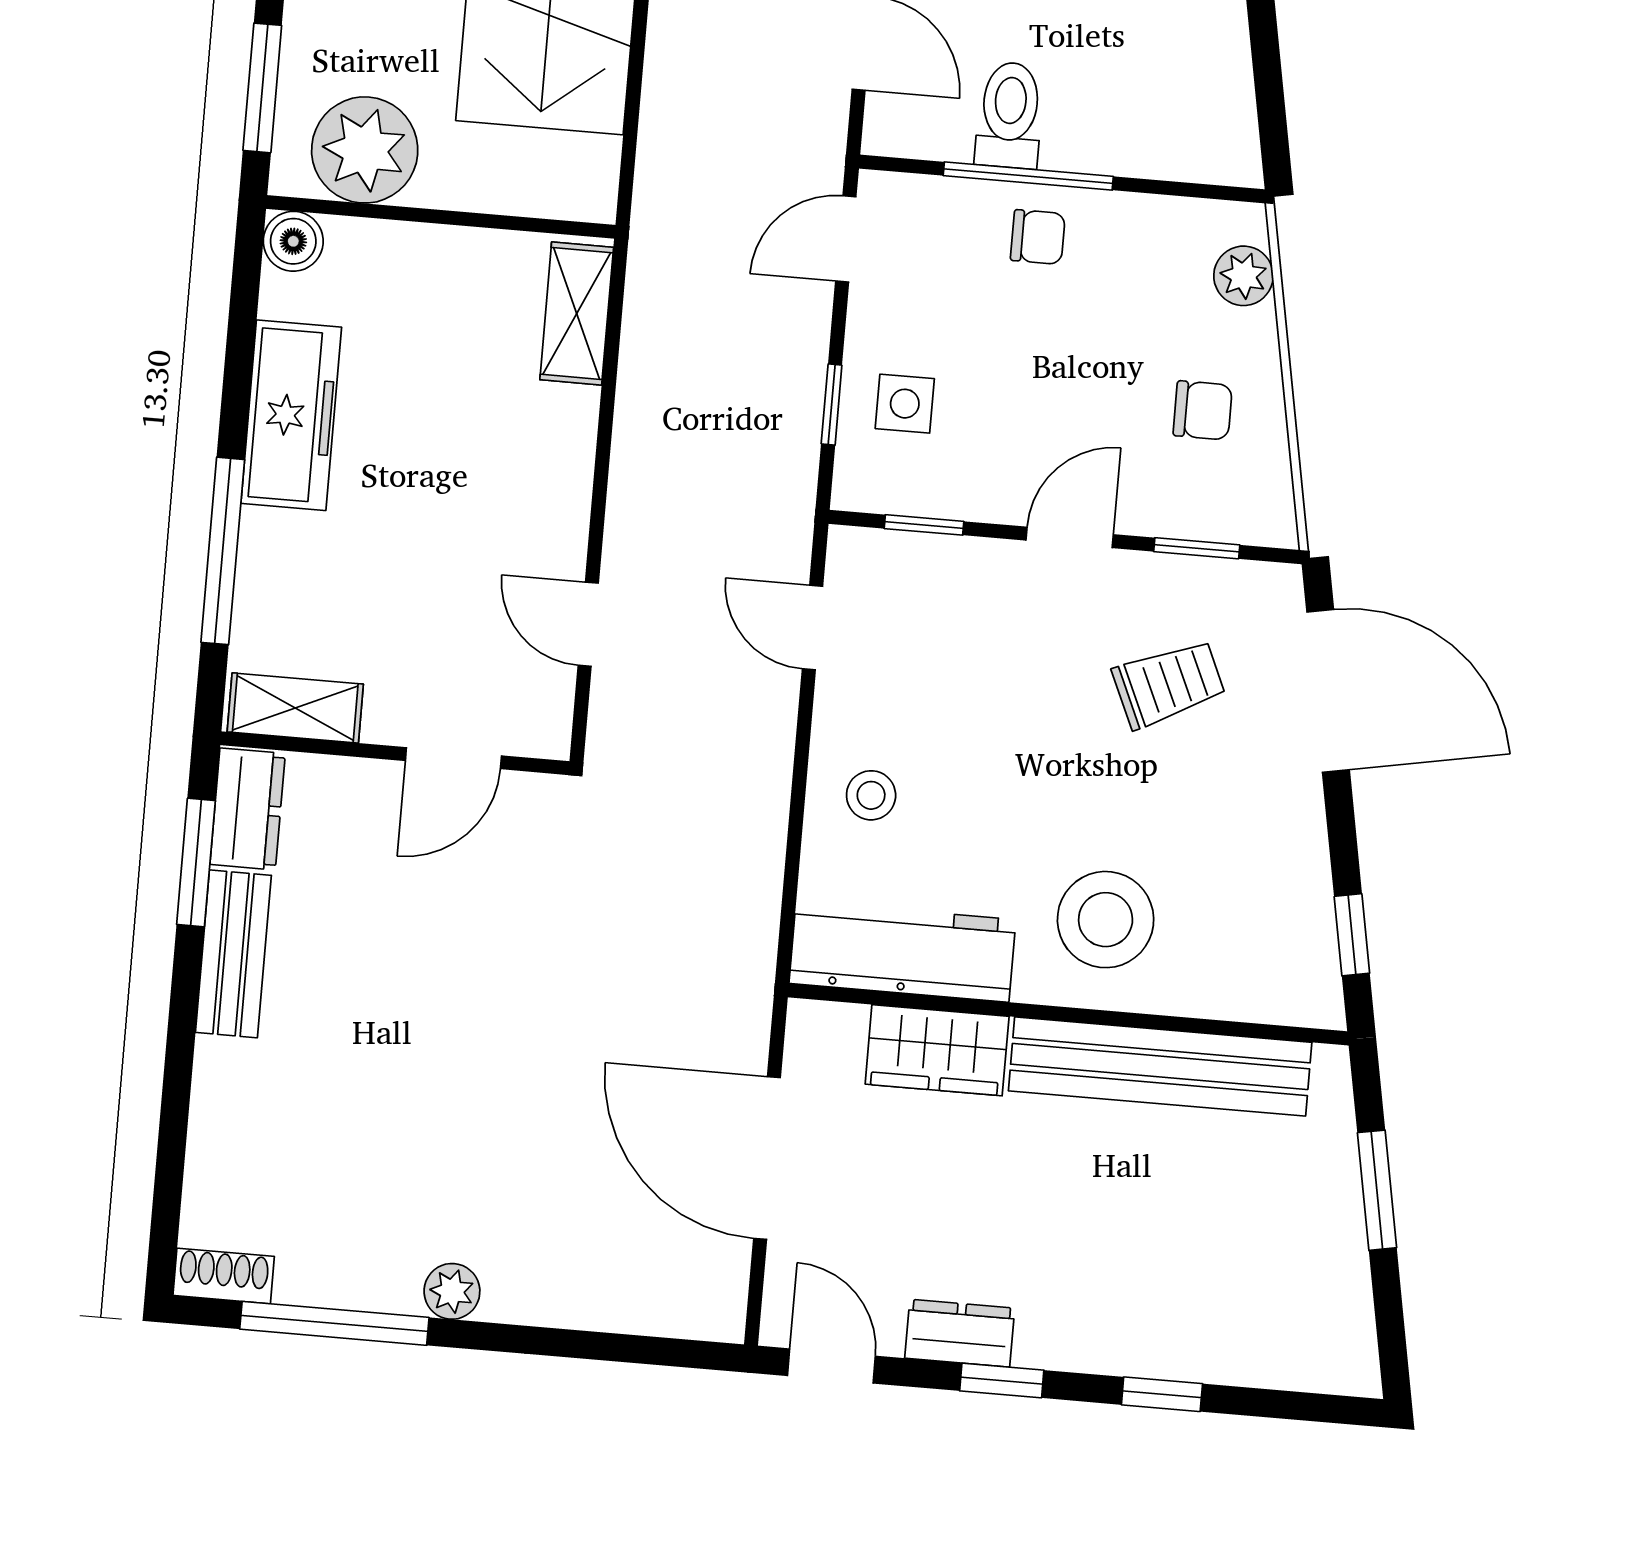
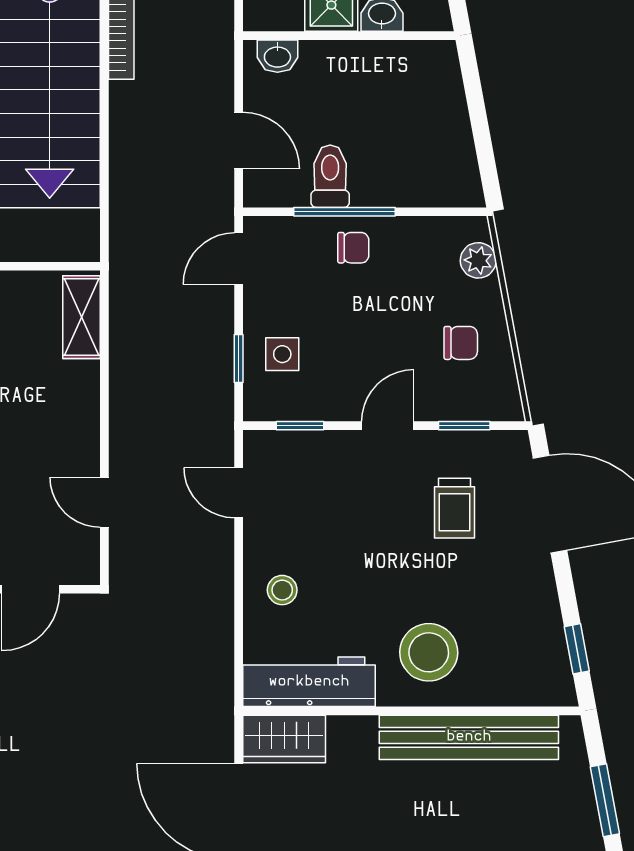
trolley: (1169, 684) -> (454, 508), turned 114
wardrobe: (937, 1050) -> (284, 739), moved

